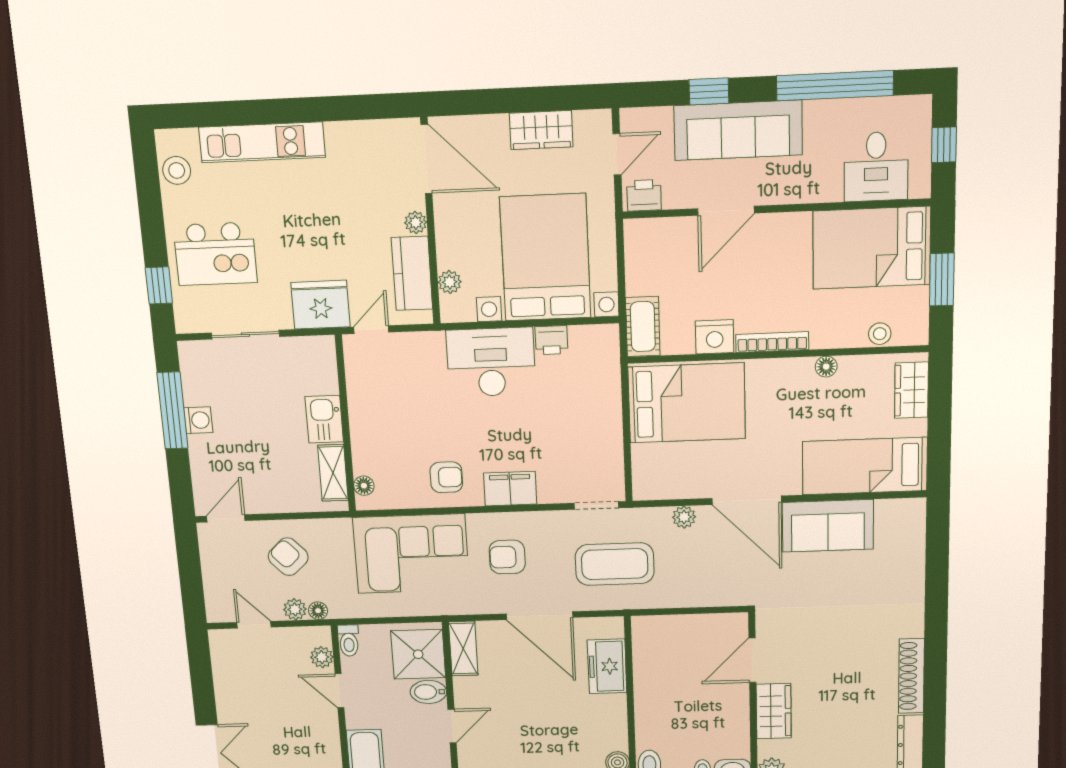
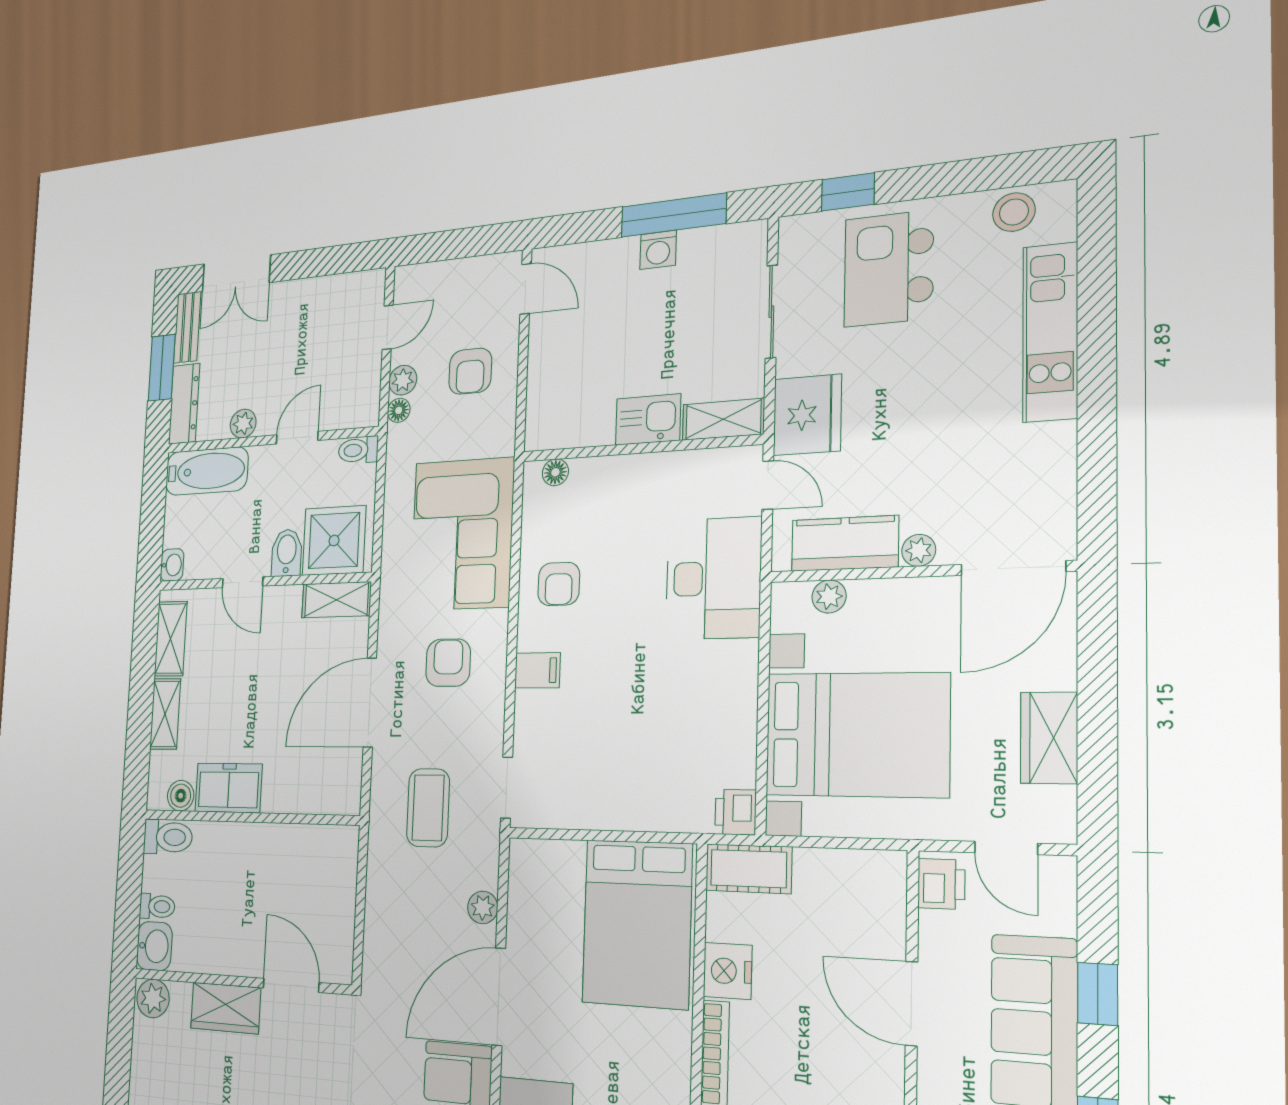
printer: (551, 340) -> (736, 812), moved
desk: (491, 362) -> (713, 578), moved
shelving: (333, 473) -> (723, 419), moved
filing cabinet: (510, 489) -> (537, 670), width x0.50
armchair: (288, 557) -> (470, 371), turned 133
coffee table: (615, 564) -> (428, 808), width x0.73, depth x0.76
plant: (322, 657) -> (243, 424), moved
freezer: (607, 666) -> (228, 788), moved

